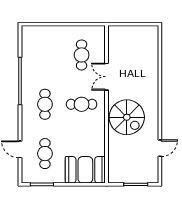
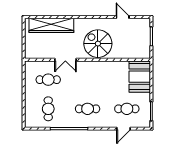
wardrobe: (150, 59) -> (51, 25), added
cafe table: (82, 104) -> (48, 109), moved
spiral stairs: (127, 117) -> (98, 44), turned -90

